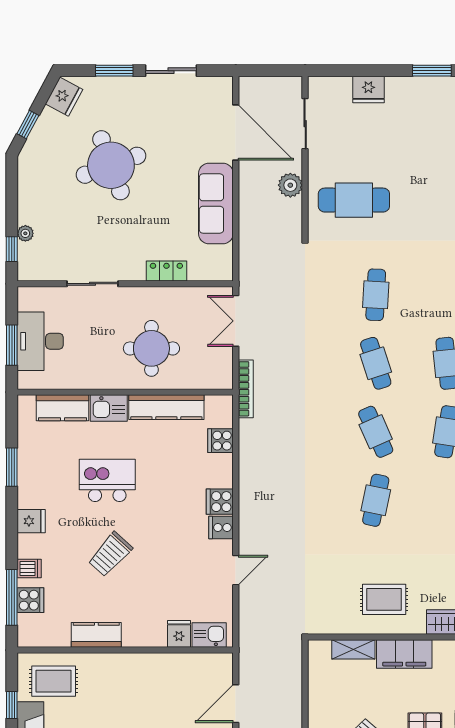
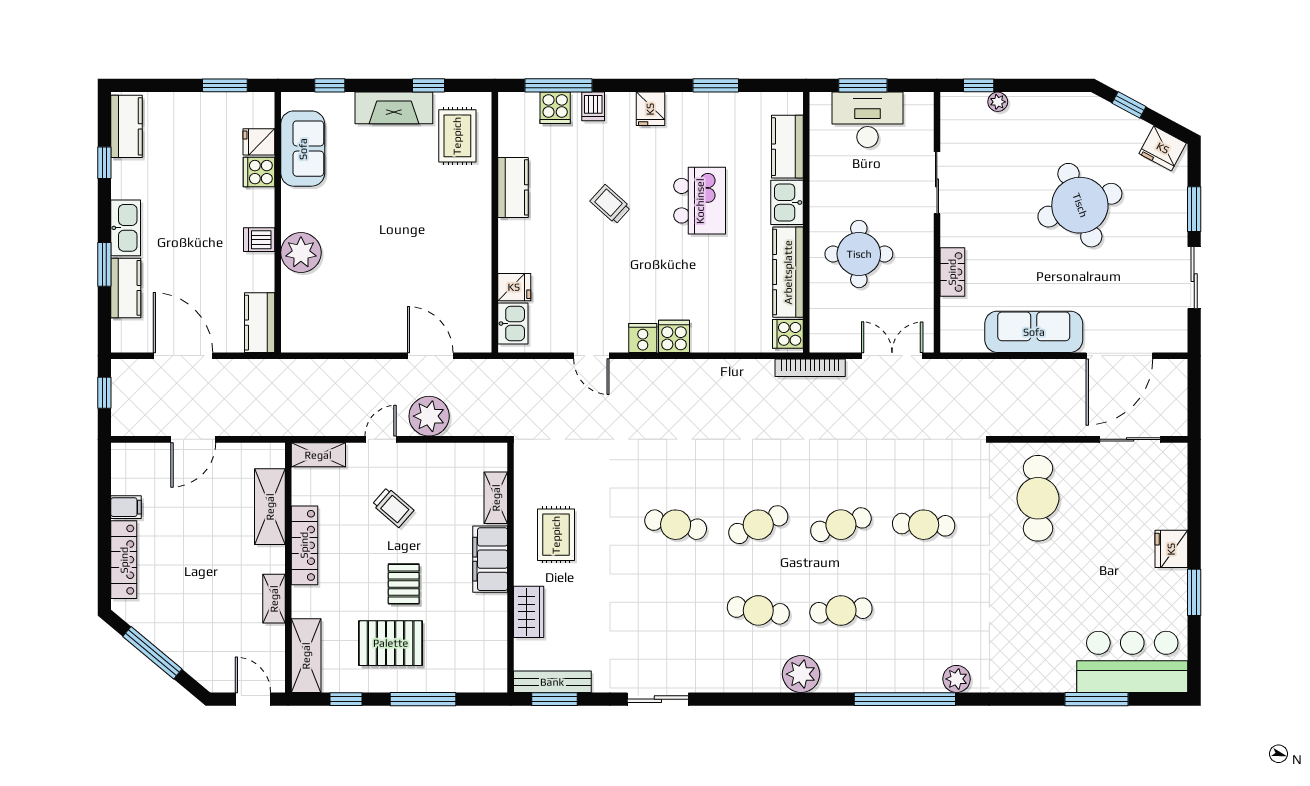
fridge: (368, 89) -> (1171, 549), moved
plant: (290, 185) -> (429, 416), moved, width x1.36, depth x1.36
cooker: (220, 441) -> (788, 334), moved, turned -90
trolley: (110, 554) -> (610, 204), width x0.73, depth x0.72

